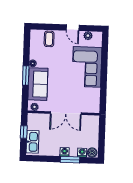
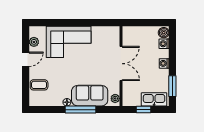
window: (26, 75) -> (81, 110), width x1.44
window: (70, 160) -> (172, 86), moved

